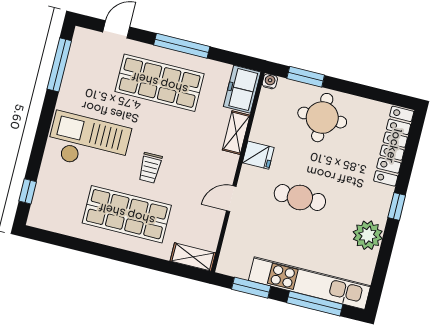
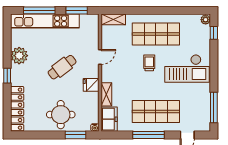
cafe table: (300, 198) -> (62, 67), turned -37
plant: (36, 217) -> (206, 20), added

